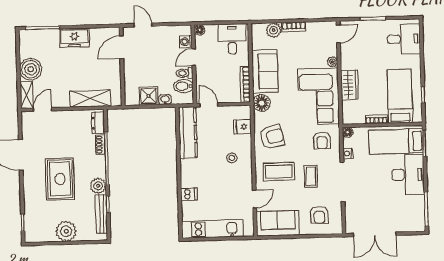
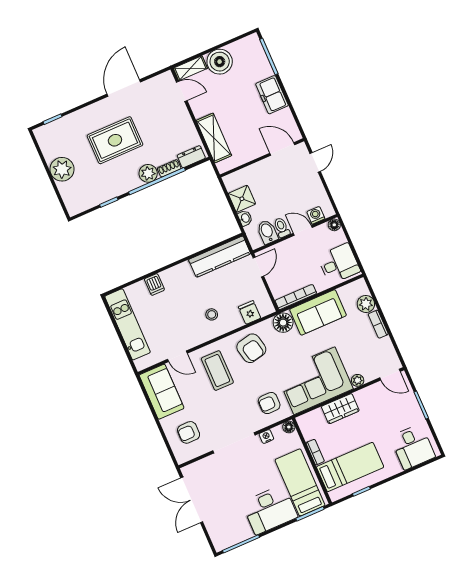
coffee table: (311, 176) -> (226, 407), removed
plant: (98, 186) -> (148, 173), moved
bench: (101, 214) -> (95, 199), removed

